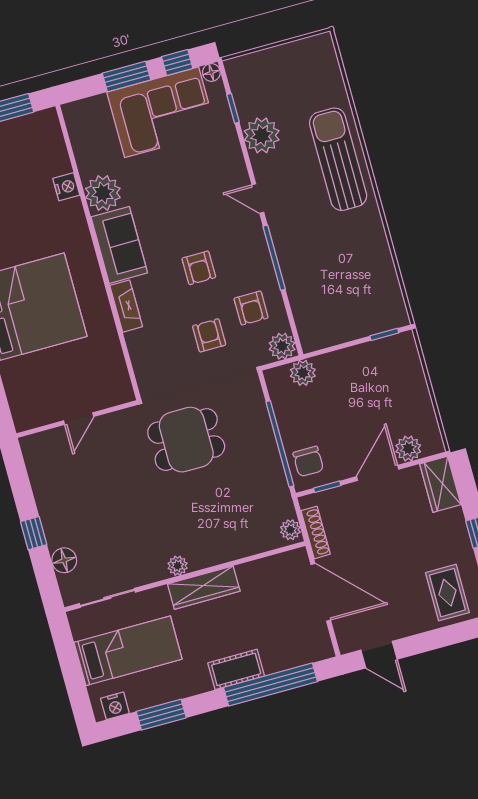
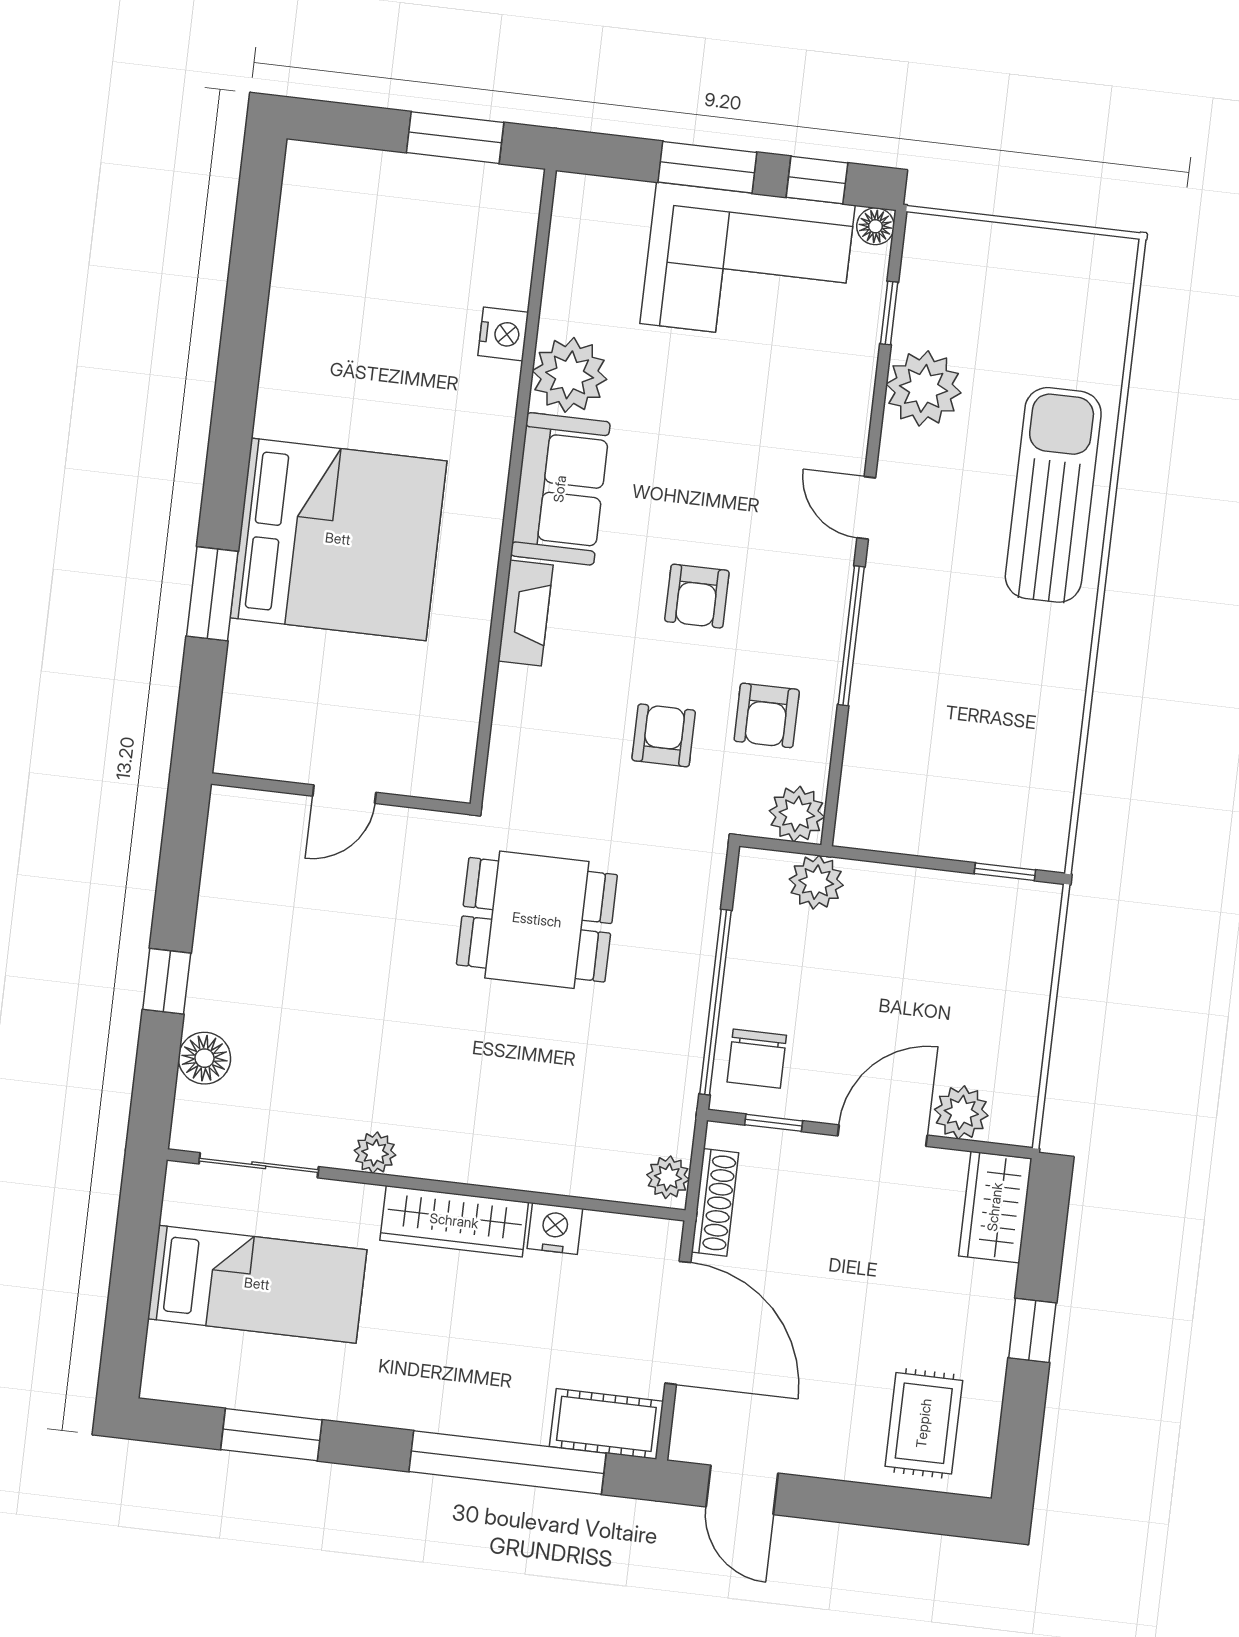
plant: (178, 566) -> (375, 1153), moved
cot: (236, 669) -> (606, 1424), moved
nightstand: (115, 706) -> (555, 1229), moved, turned 180

